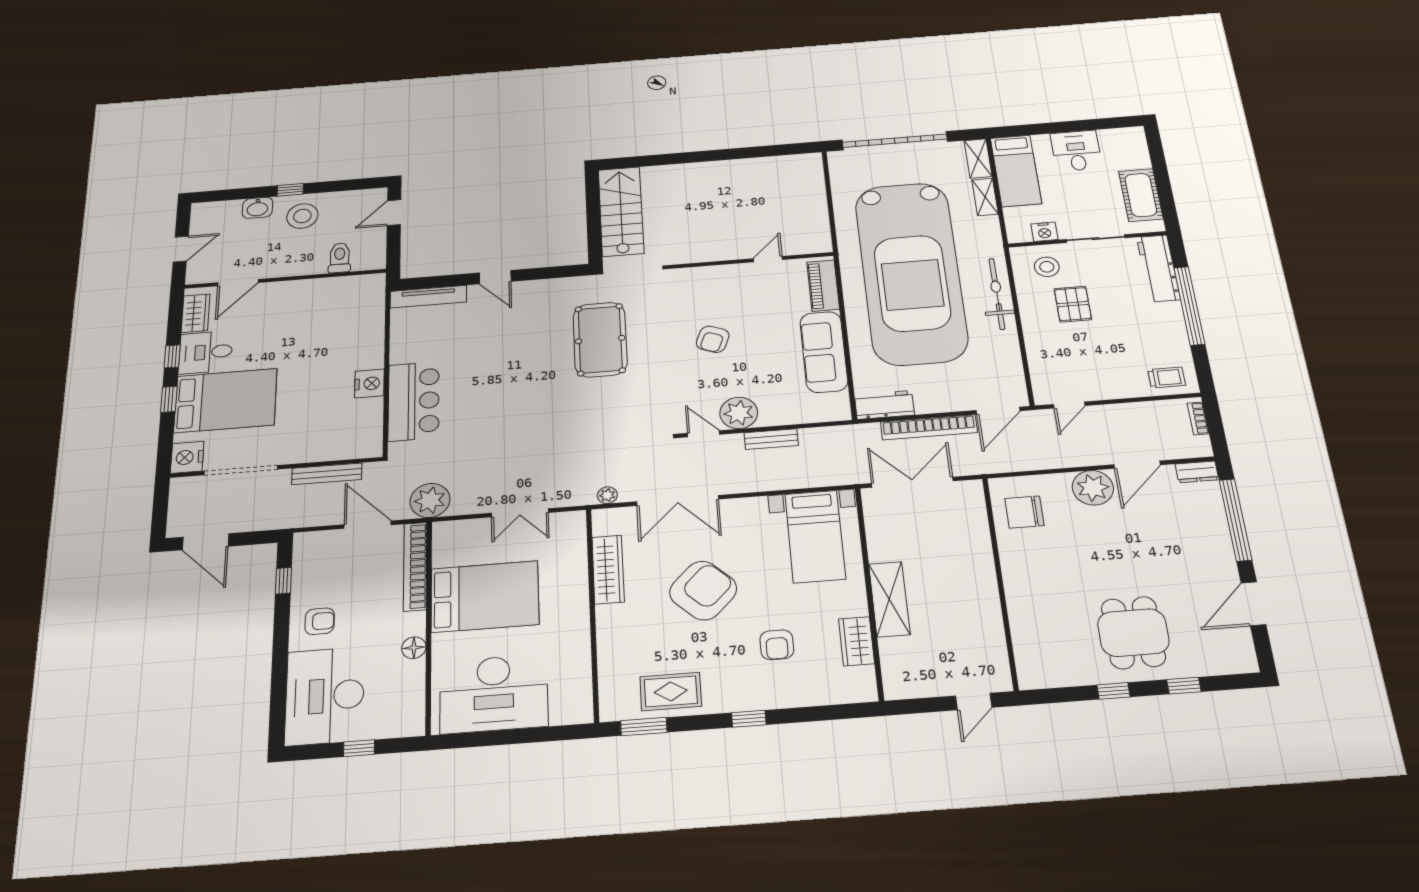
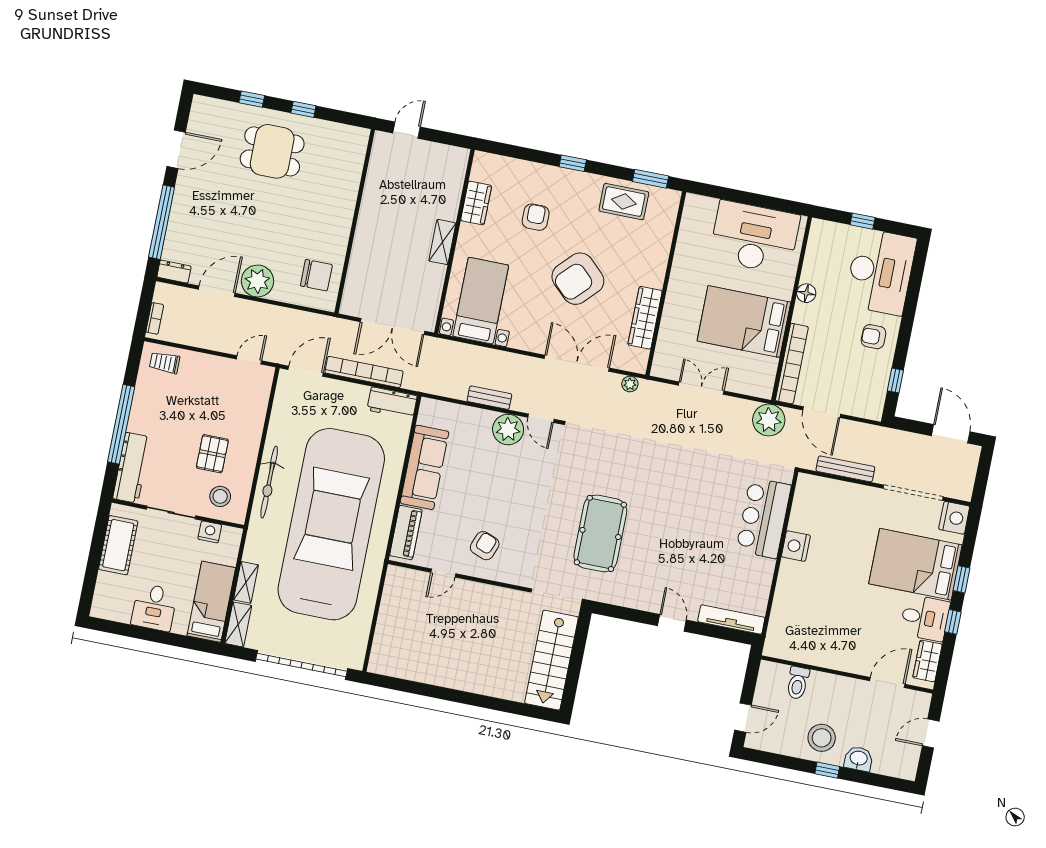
armchair: (713, 339) -> (485, 546), moved
shelving: (889, 599) -> (442, 242), width x0.67, depth x0.75
dining table: (1133, 633) -> (272, 151), turned 90

